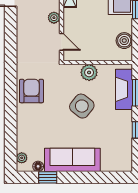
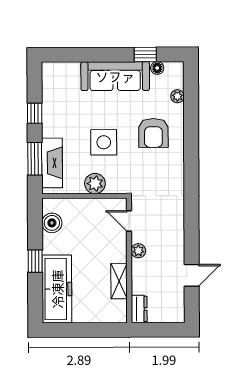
armchair: (31, 91) -> (153, 133), moved
side table: (82, 106) -> (104, 142), turned -38
plant: (22, 158) -> (177, 96), moved

